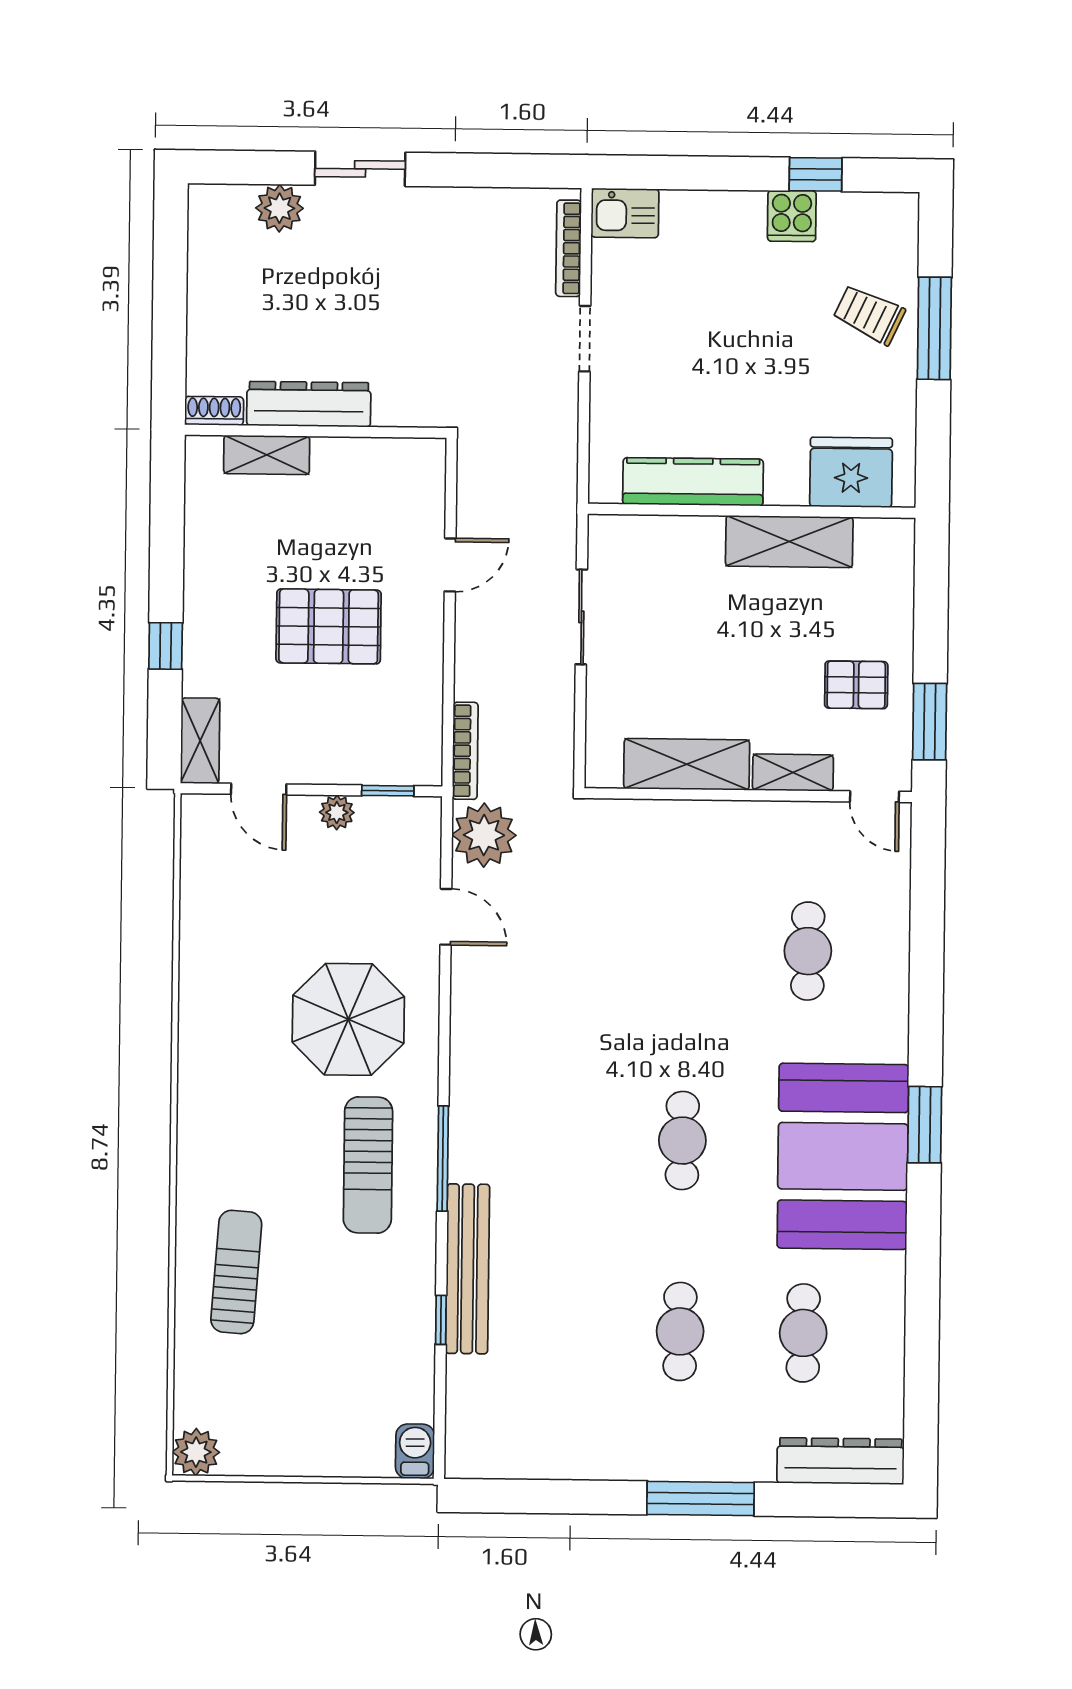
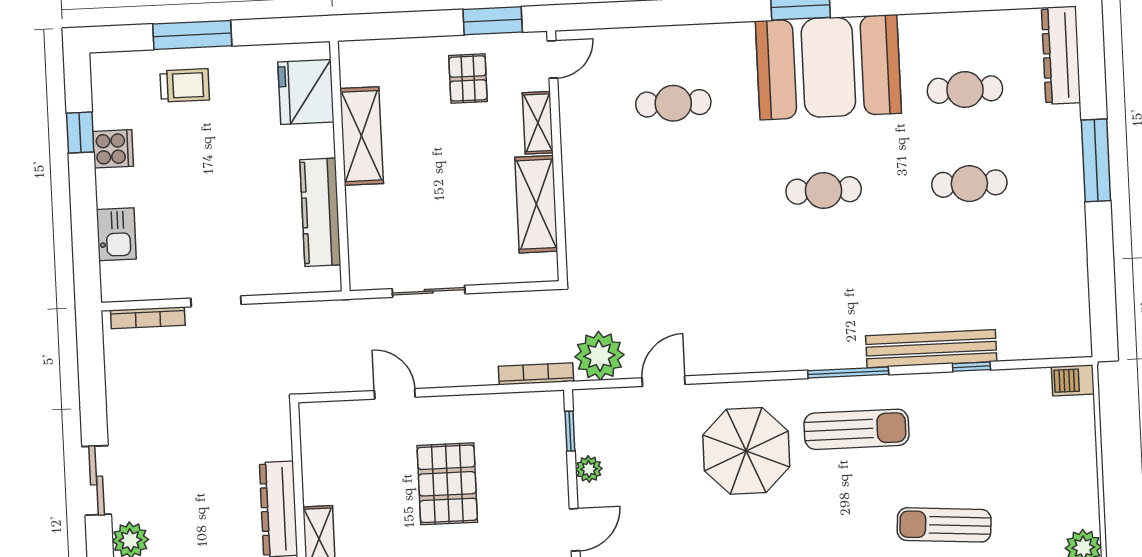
kitchen sink: (625, 213) -> (116, 234), moved
trolley: (869, 314) -> (185, 85), turned -115

